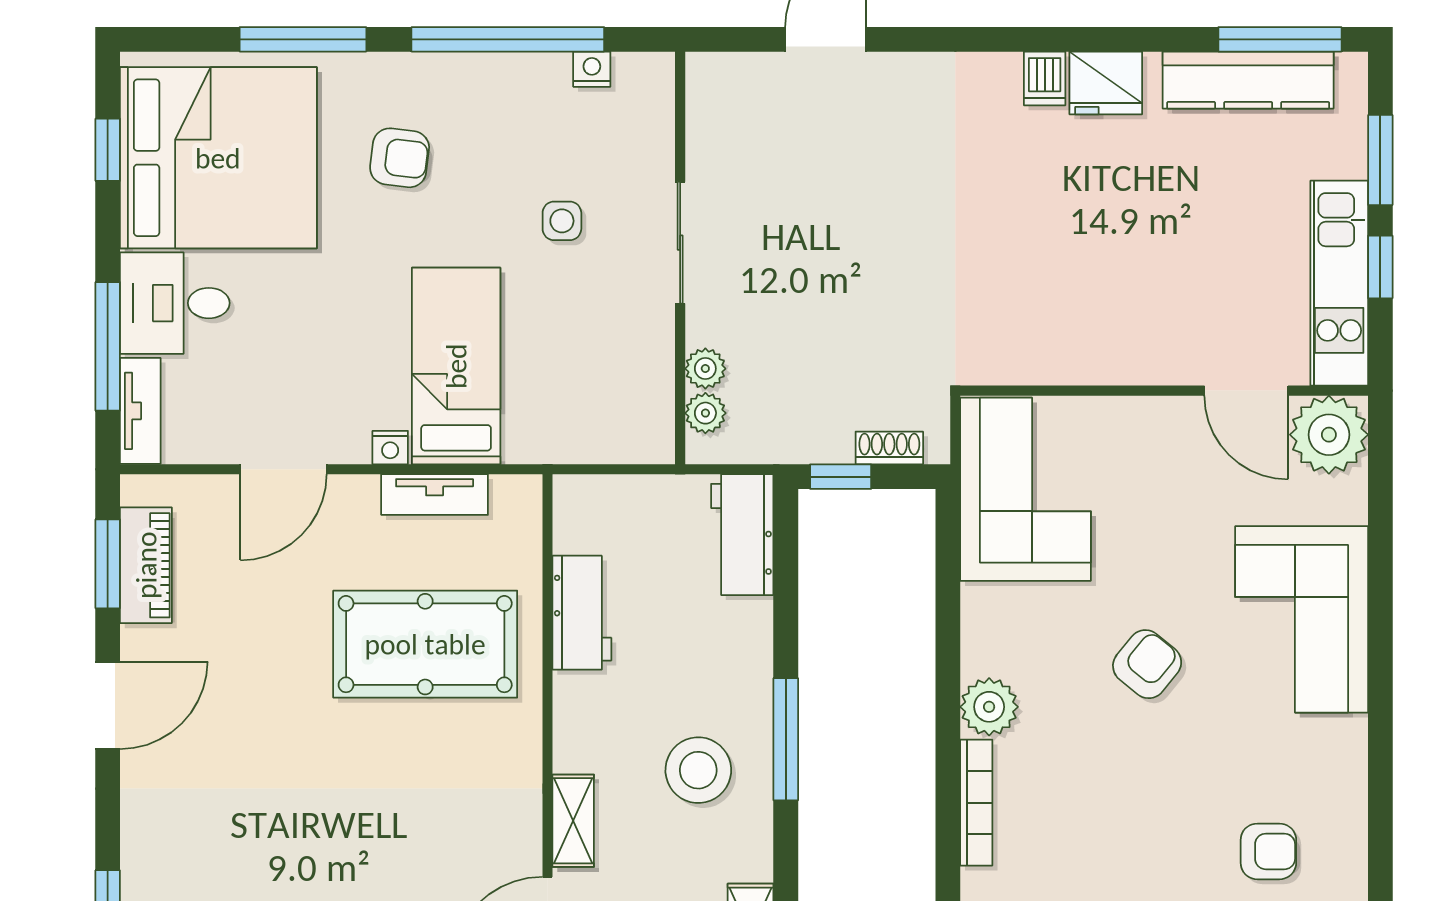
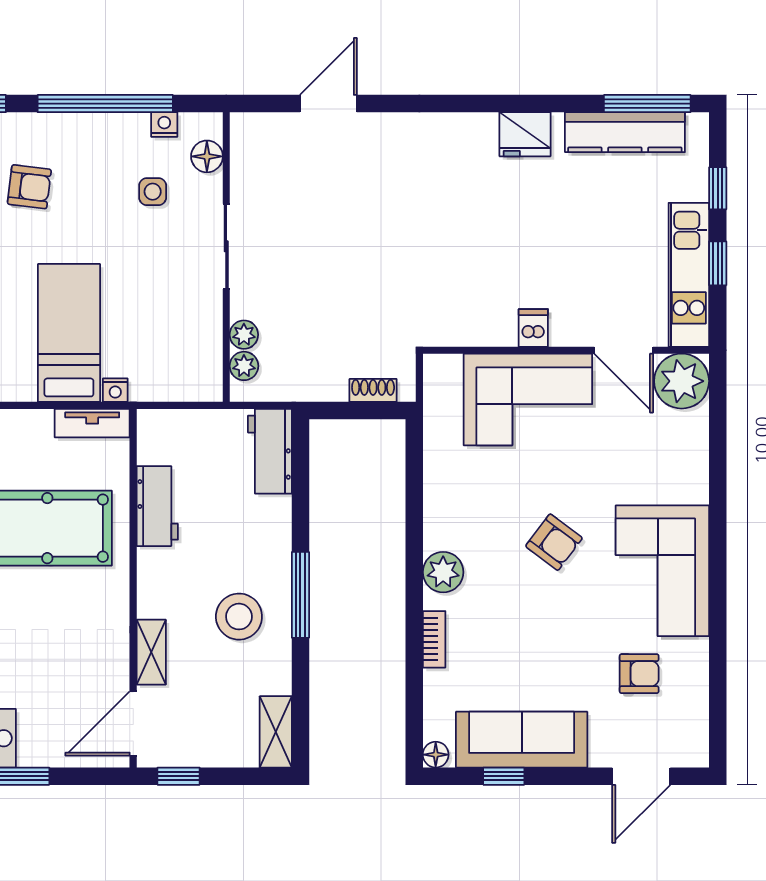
dishwasher: (1045, 78) -> (533, 328), moved, turned 180
floor lamp: (653, 115) -> (207, 156), added
window: (1380, 160) -> (718, 188), width x0.67
side table: (562, 221) -> (153, 192), moved
nightstand: (390, 448) -> (115, 390), moved
window: (841, 477) -> (339, 411), removed
corner sofa: (1026, 489) -> (528, 400), moved, turned 90
tv unit: (435, 495) -> (92, 423), moved
corner sofa: (1302, 619) -> (662, 571), moved
armchair: (1147, 664) -> (554, 542), turned 88
bookcase: (976, 803) -> (434, 639), width x0.64

